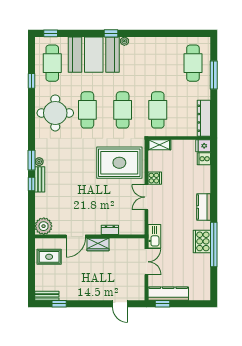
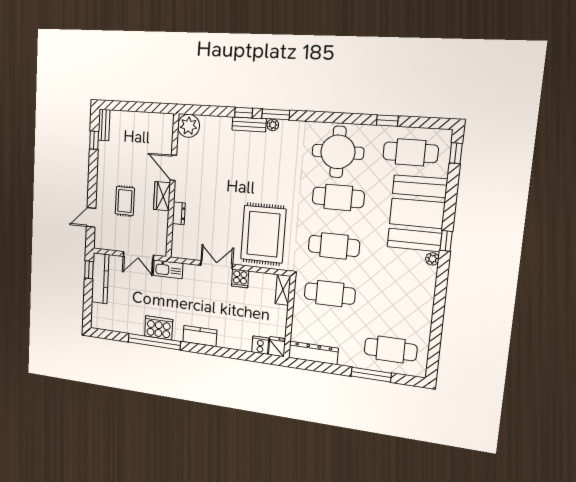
rug: (49, 257) -> (125, 201), moved

